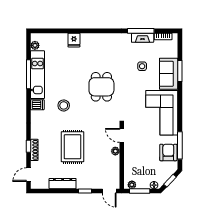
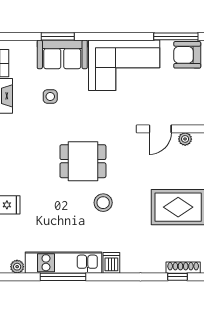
stool: (64, 105) -> (103, 203), moved

